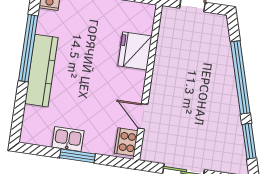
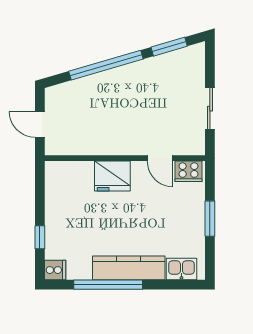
fridge: (135, 51) -> (112, 176), moved
door: (143, 116) -> (160, 158), hinge flipped
kitchen sink: (68, 139) -> (181, 269), moved, turned 90

